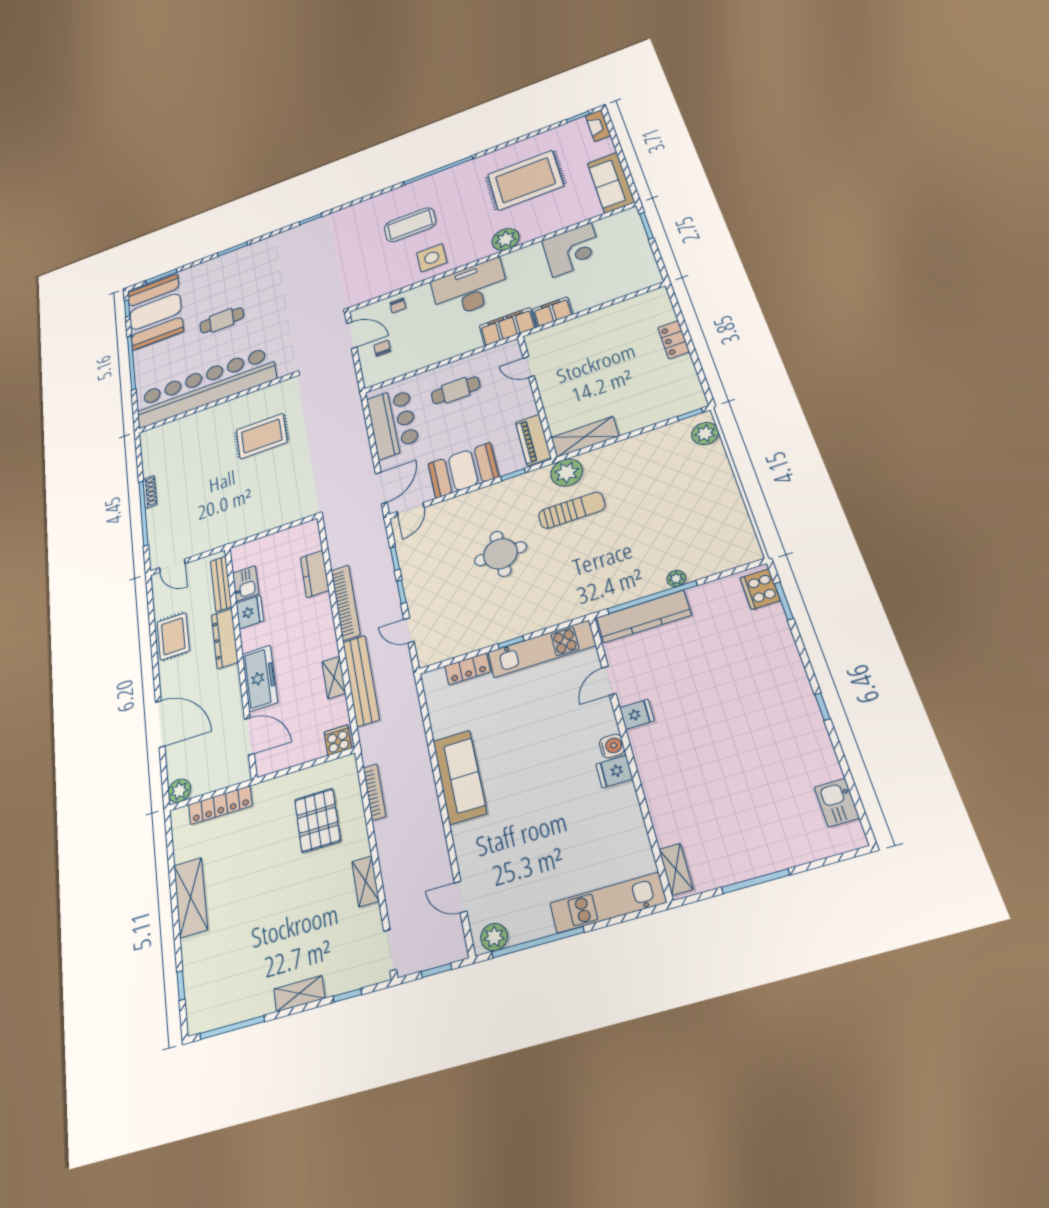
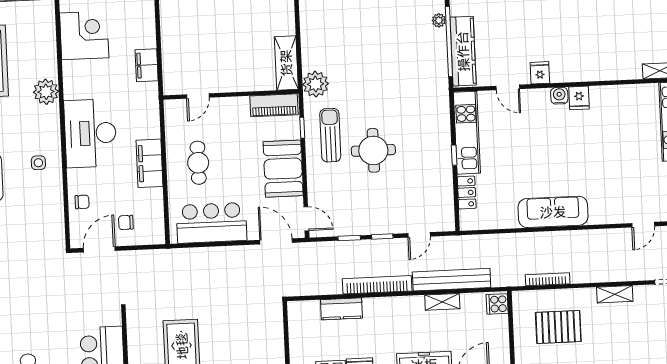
side table: (432, 258) -> (38, 163), width x0.54, depth x0.54
filing cabinet: (507, 327) -> (149, 163), moved
sun lounger: (572, 510) -> (330, 135), moved

